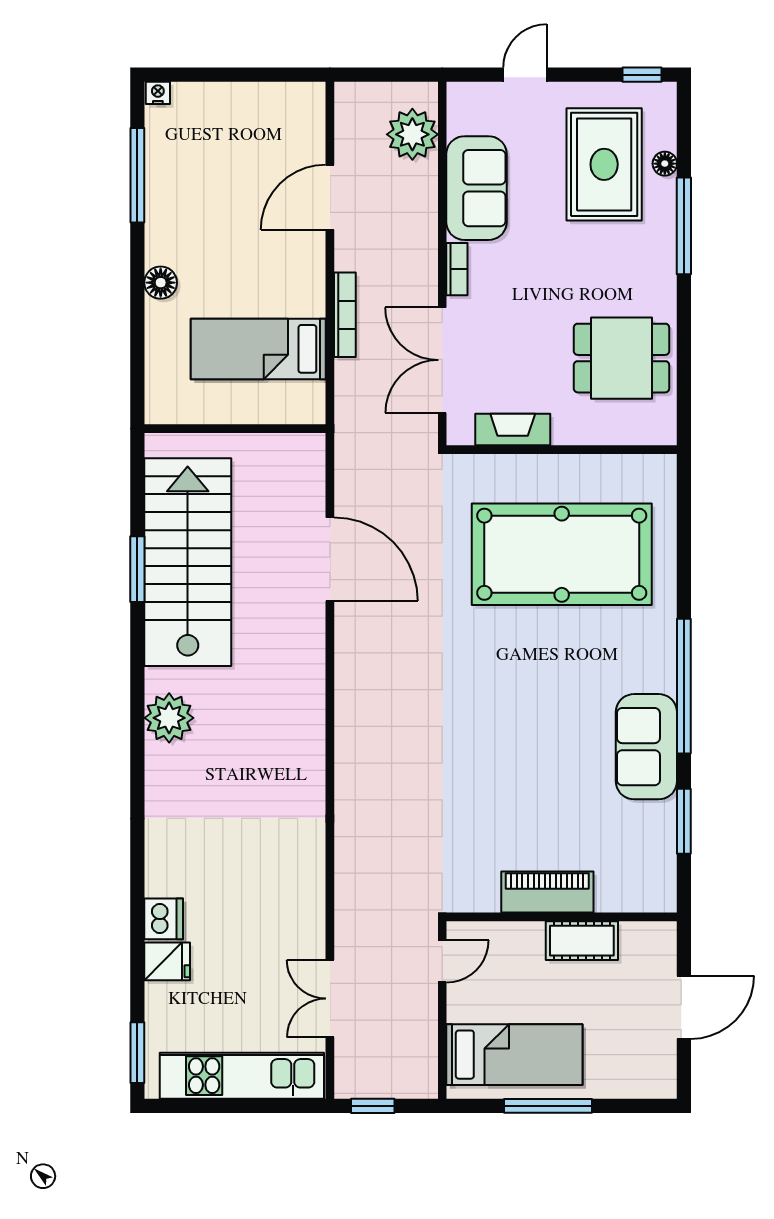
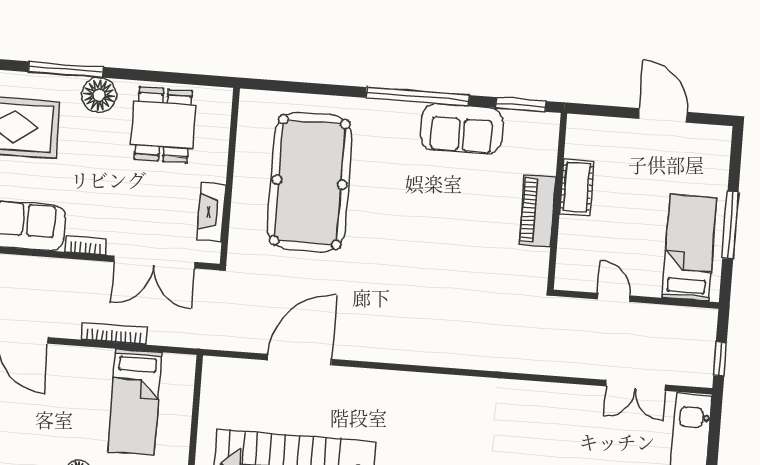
floor lamp: (665, 164) -> (99, 95), moved, width x1.89, depth x1.89
piano: (547, 892) -> (537, 211), moved
wall: (562, 917) -> (557, 201), moved
cot: (582, 941) -> (577, 187), moved

